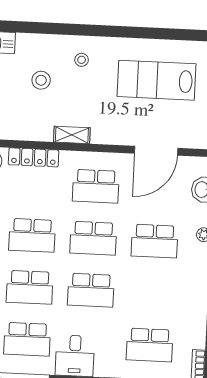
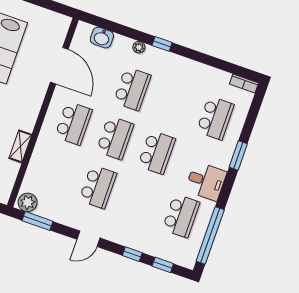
shelving: (72, 135) -> (20, 146), moved
locker: (34, 157) -> (35, 167), removed
school desk: (30, 287) -> (139, 201), removed

